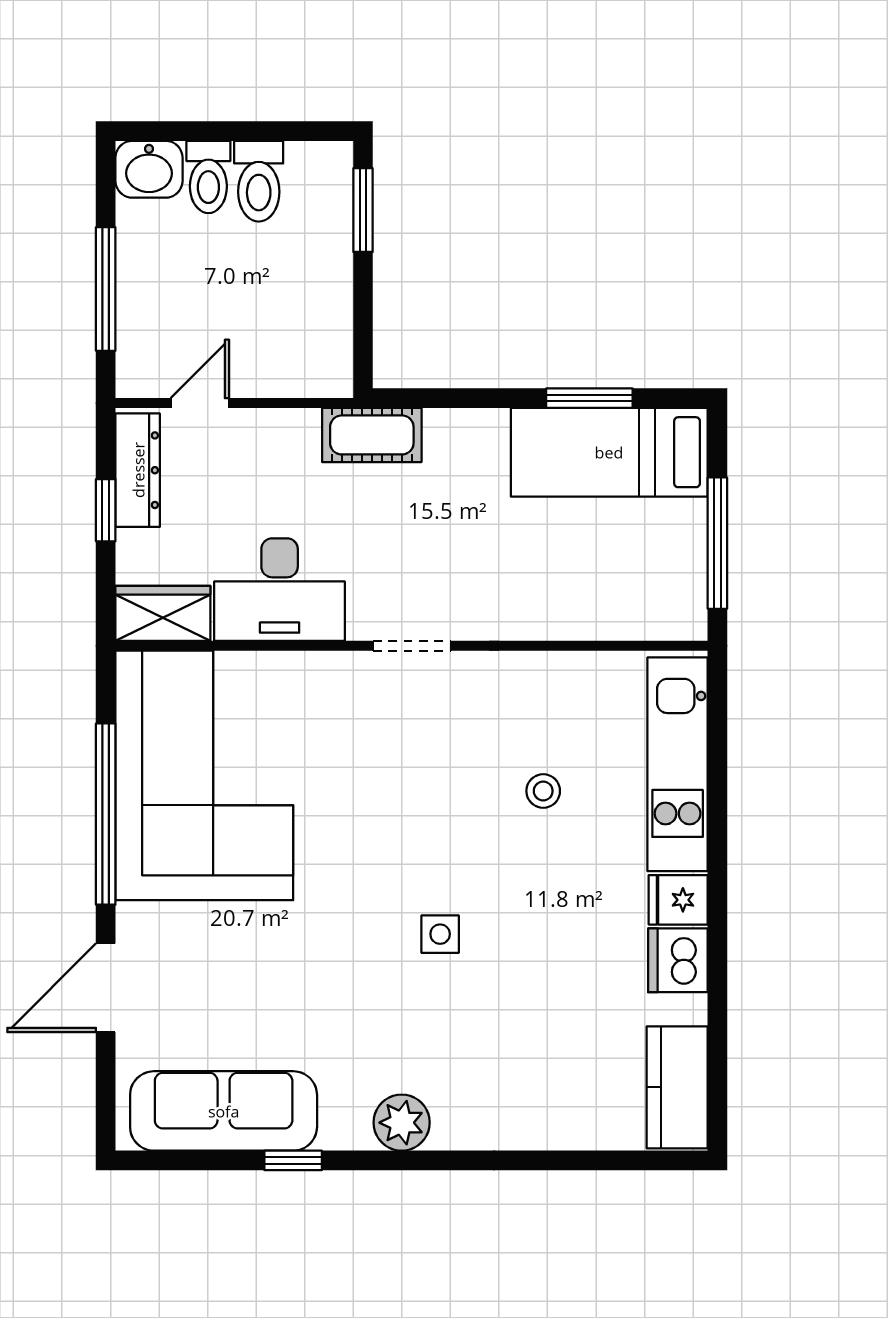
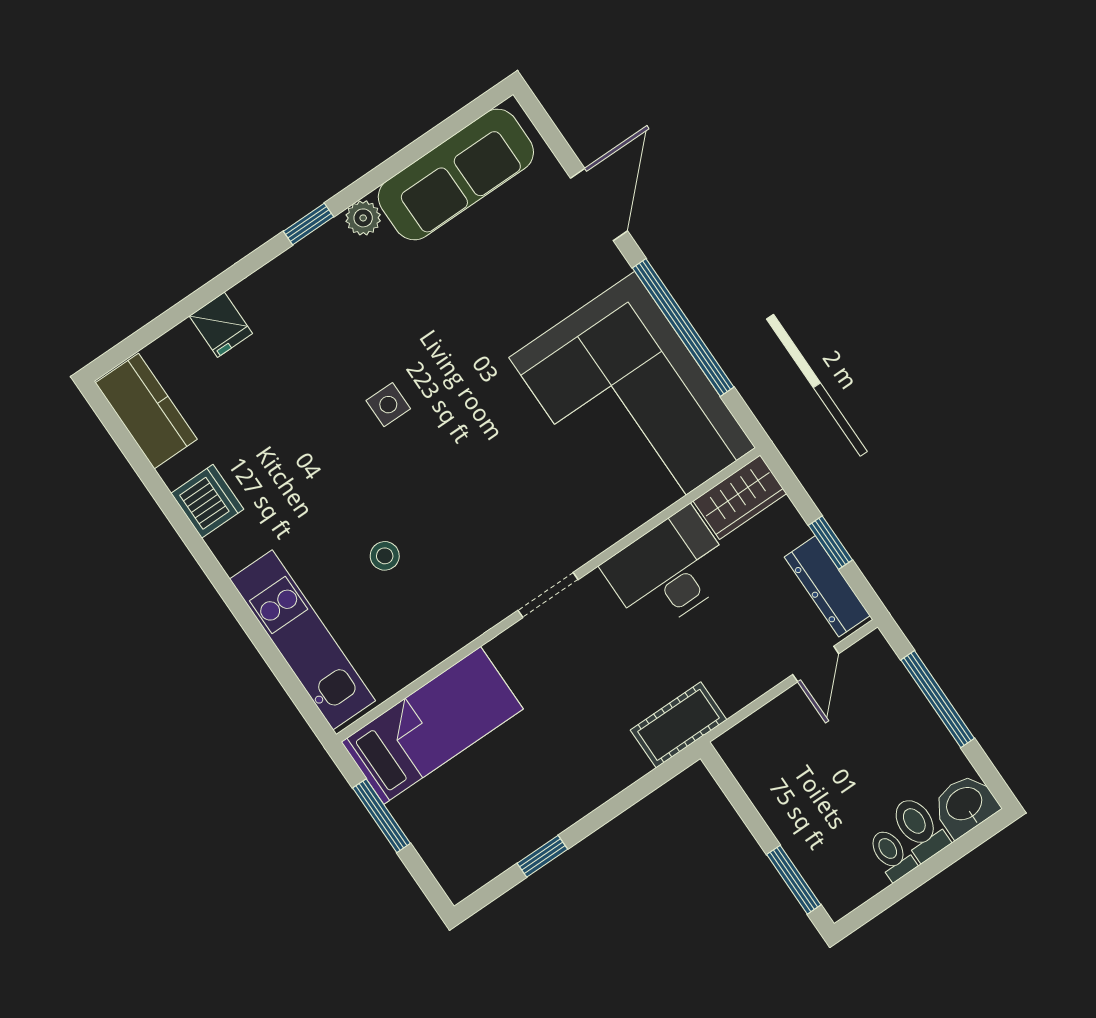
toilet: (259, 181) -> (892, 854), width x0.73, depth x0.72
window: (589, 398) -> (542, 856), width x0.67
bed: (609, 452) -> (432, 725), moved
window: (717, 543) -> (382, 816), width x0.69
fridge: (678, 900) -> (221, 325), moved, turned 90
plant: (402, 1123) -> (363, 218), moved, width x0.73, depth x0.73
window: (293, 1160) -> (309, 224), moved

